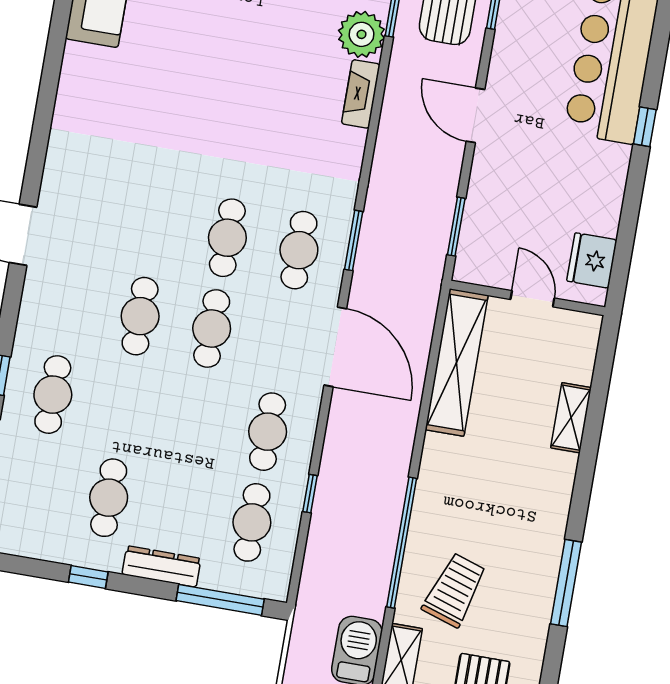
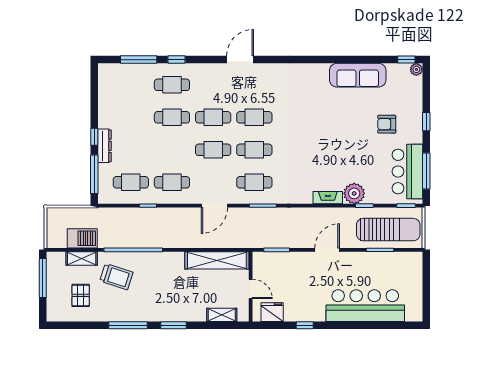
window: (645, 127) -> (305, 325), moved
cafe table: (156, 225) -> (254, 117), added
door: (532, 299) -> (251, 289), hinge flipped
door: (335, 347) -> (214, 206), width x0.73
shelving: (571, 418) -> (222, 315), moved
window: (583, 483) -> (174, 325), added
cafe table: (109, 498) -> (172, 117), moved
window: (88, 577) -> (94, 137), moved

